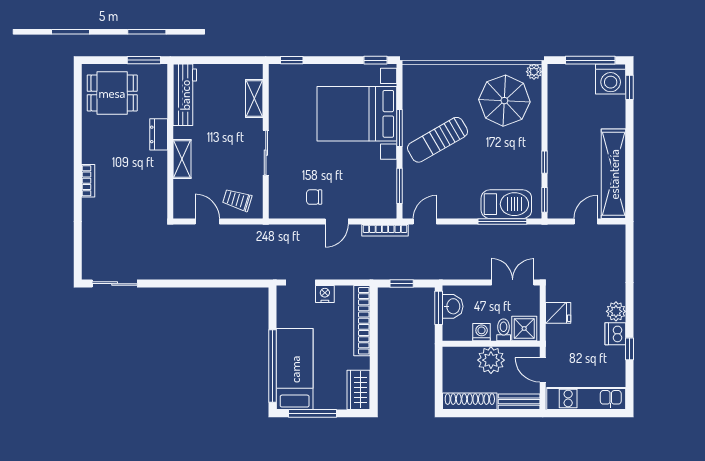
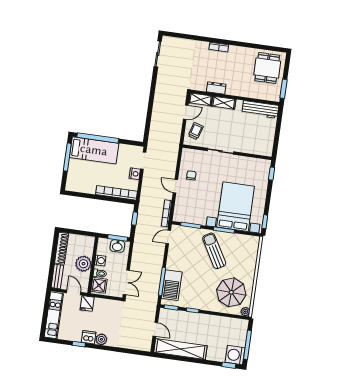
shelving: (254, 99) -> (201, 99), moved
dresser: (159, 134) -> (216, 88), moved
door: (425, 222) -> (168, 237), swing flipped
fridge: (558, 313) -> (87, 303), moved
door: (543, 370) -> (74, 293), hinge flipped
wardrobe: (358, 390) -> (77, 185), removed

